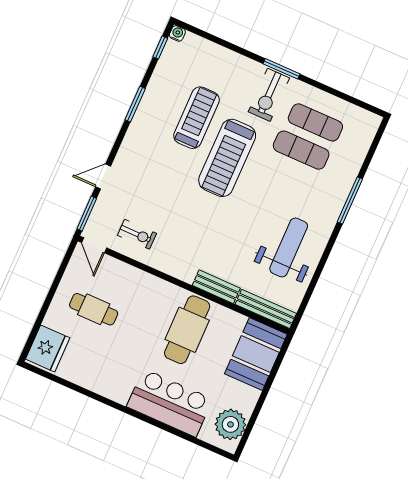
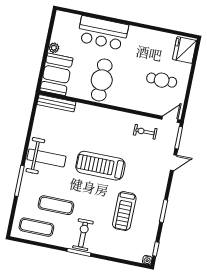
exercise mat: (315, 122) -> (36, 227), moved
treadmill: (227, 158) -> (100, 166), moved, turned -90
door: (94, 245) -> (170, 119), hinge flipped
weight bench: (289, 247) -> (46, 158), moved, turned -90
bench: (216, 287) -> (90, 110), removed
plant: (230, 424) -> (54, 48), moved, width x0.53, depth x0.53

